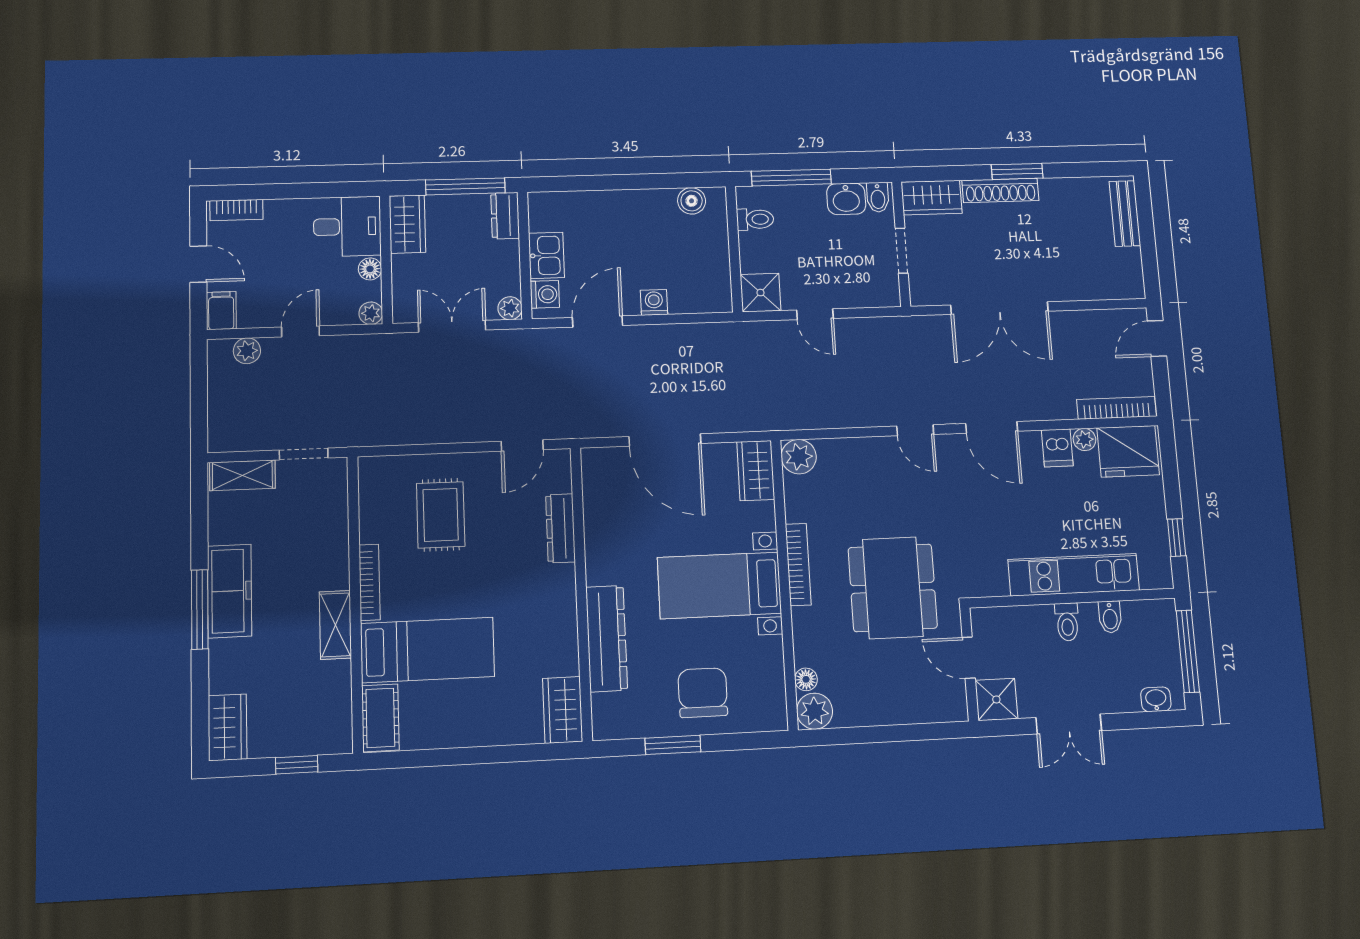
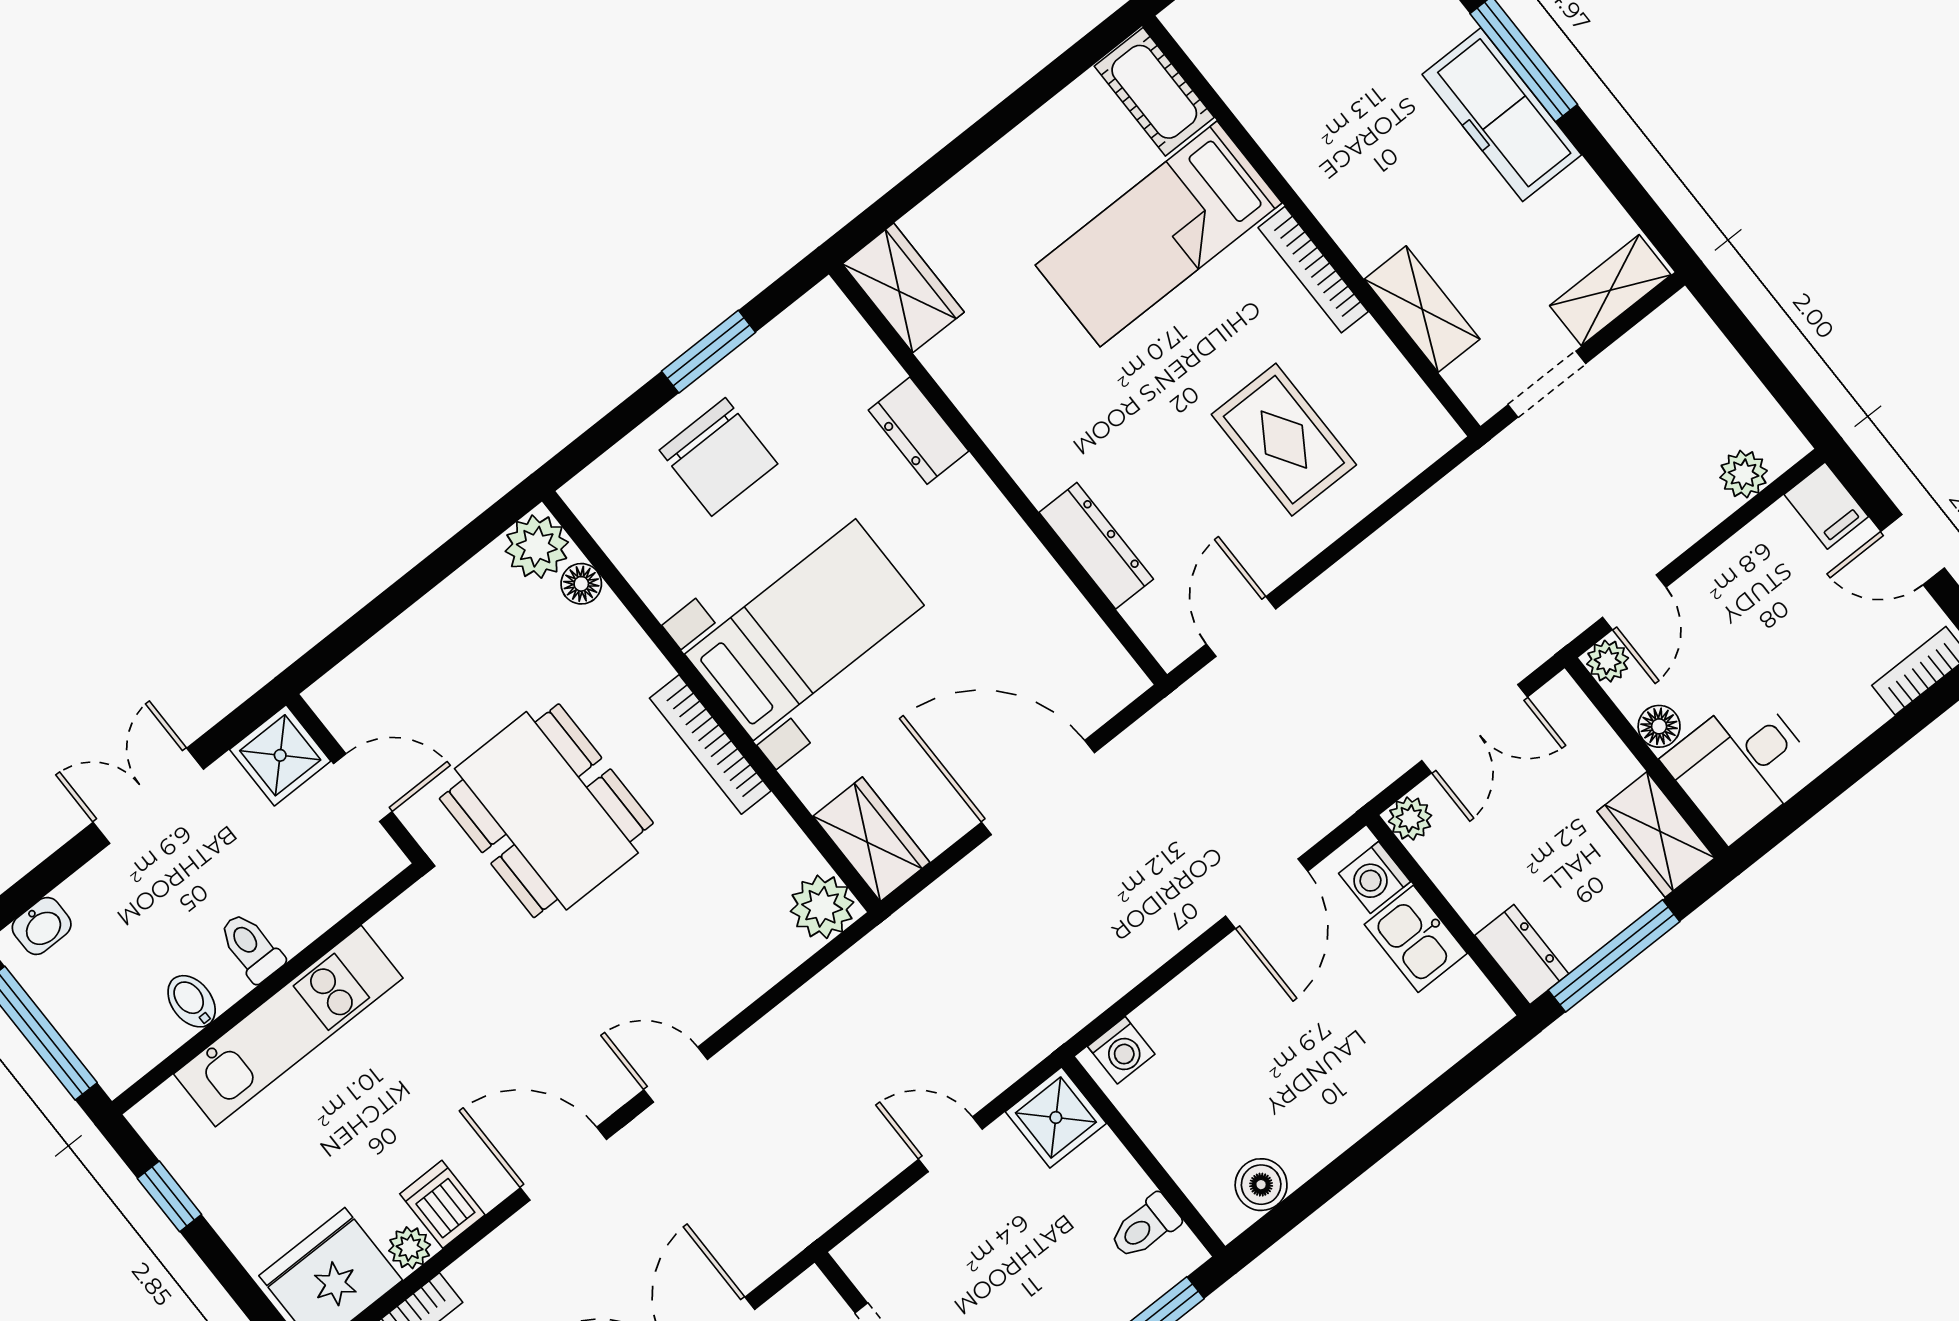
washing machine: (654, 302) -> (1121, 1050), moved
door: (301, 331) -> (1634, 602), moved
shelving: (335, 625) -> (1422, 309), moved
dresser: (607, 639) -> (919, 431), width x0.51, depth x0.80

